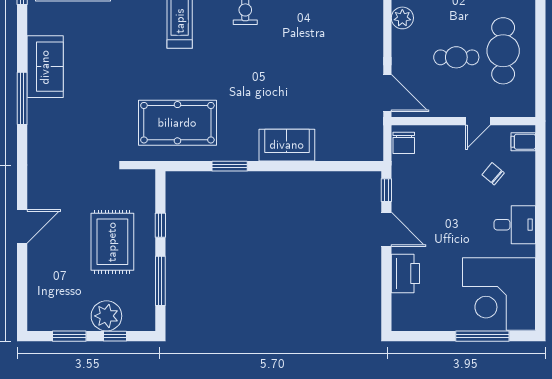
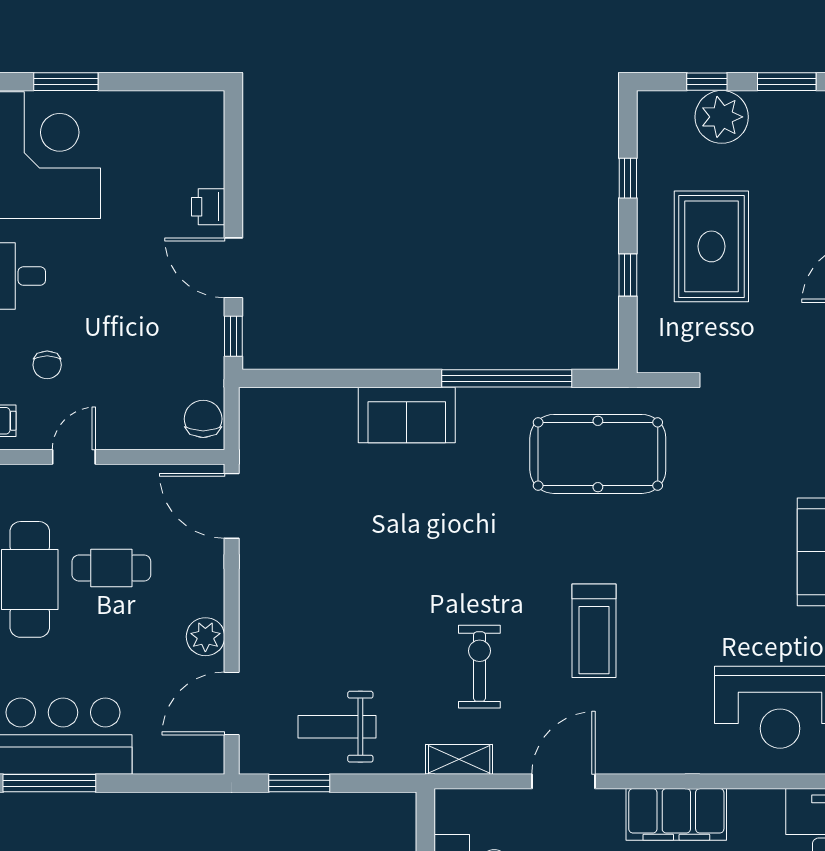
window: (230, 166) -> (507, 378), width x2.11
chair: (493, 174) -> (47, 365), turned 50
printer: (405, 274) -> (208, 207), width x0.53, depth x0.68
window: (160, 281) -> (628, 178), width x0.46
window: (482, 336) -> (66, 82), width x0.69

